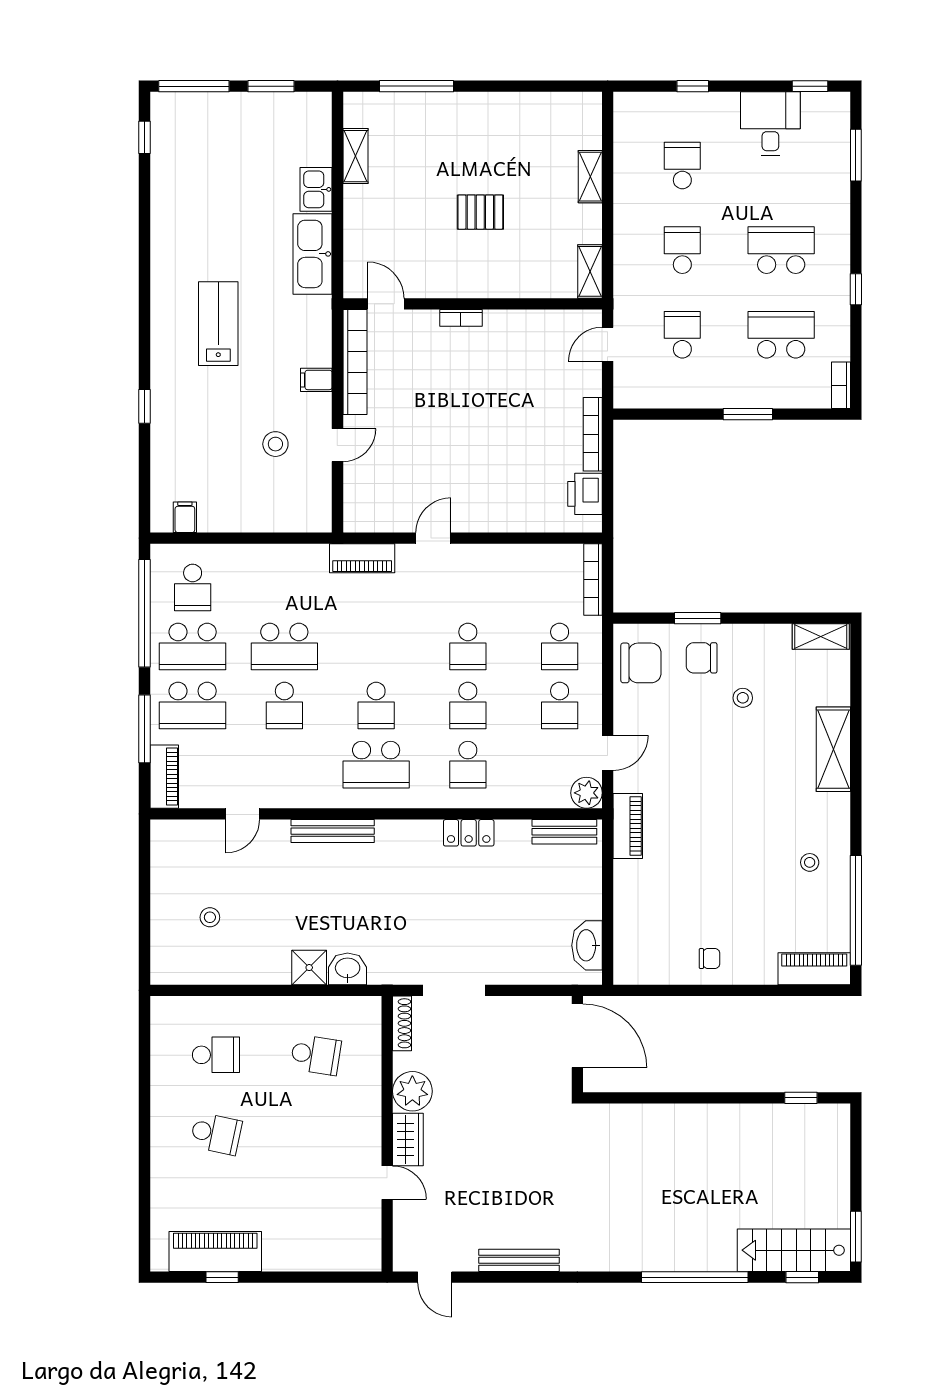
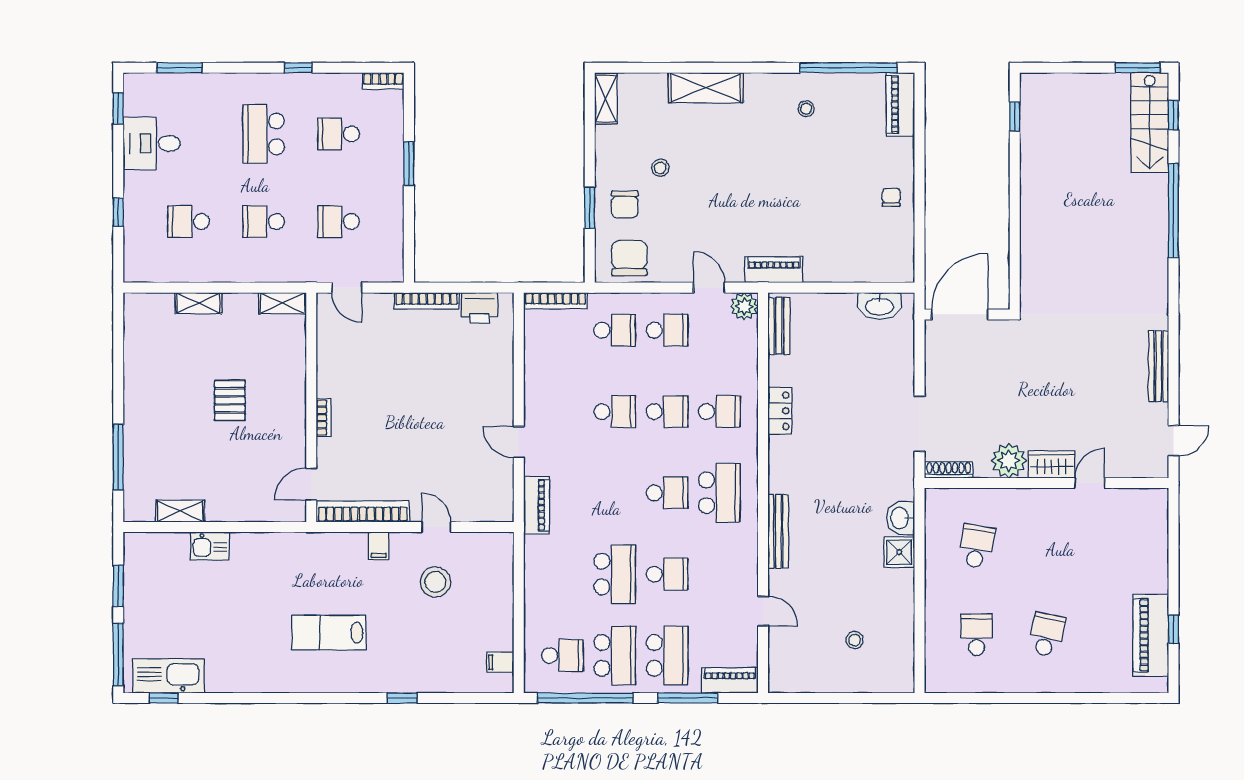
kitchen sink: (313, 254) -> (169, 676), moved, turned 180
school desk: (781, 335) -> (338, 134), width x0.54
stool: (275, 444) -> (435, 582), width x1.38, depth x1.38

